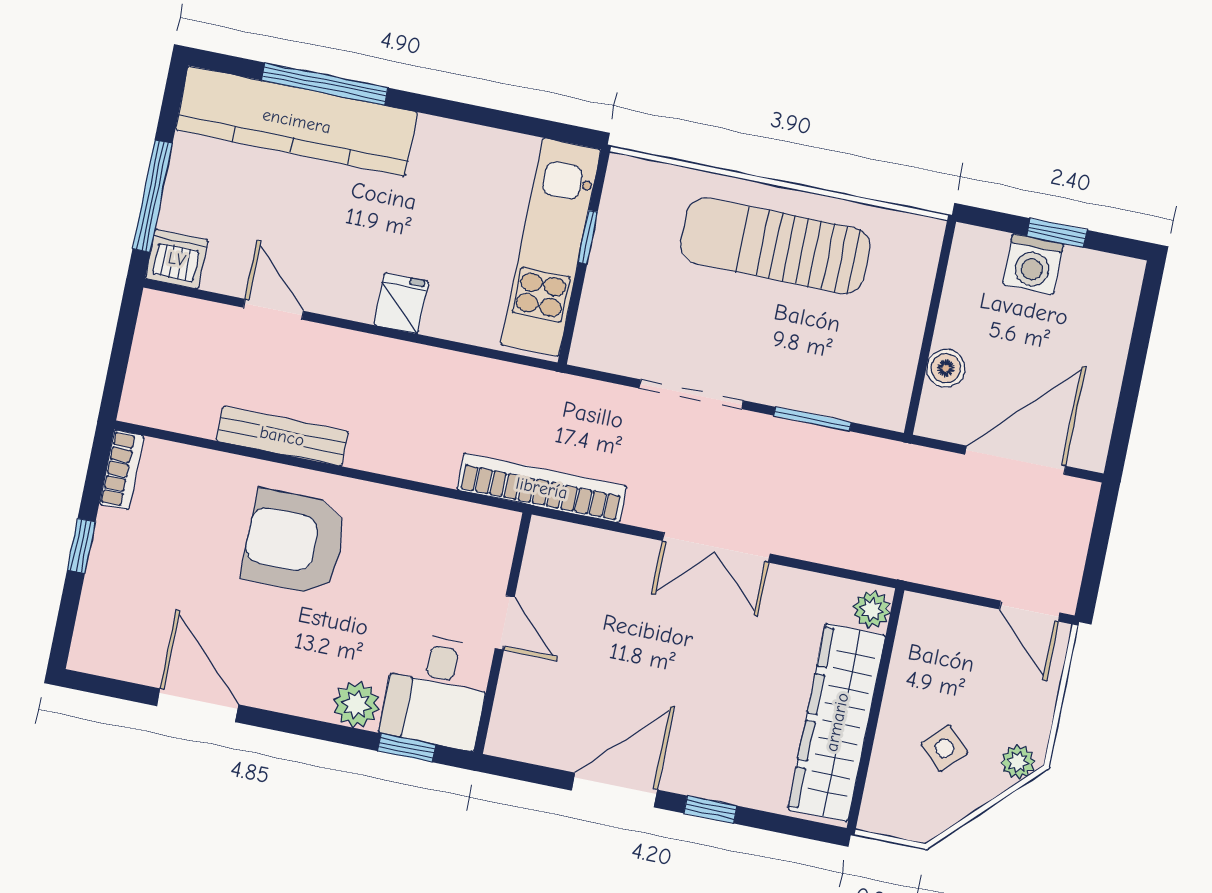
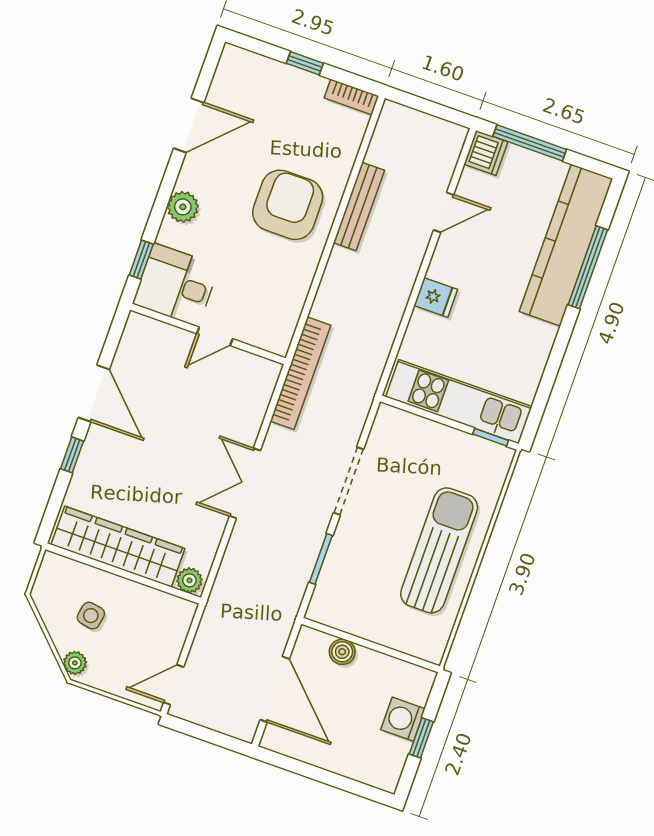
window: (588, 237) -> (491, 437), moved
plant: (356, 704) -> (183, 207), moved
side table: (944, 748) -> (91, 616), turned -35

